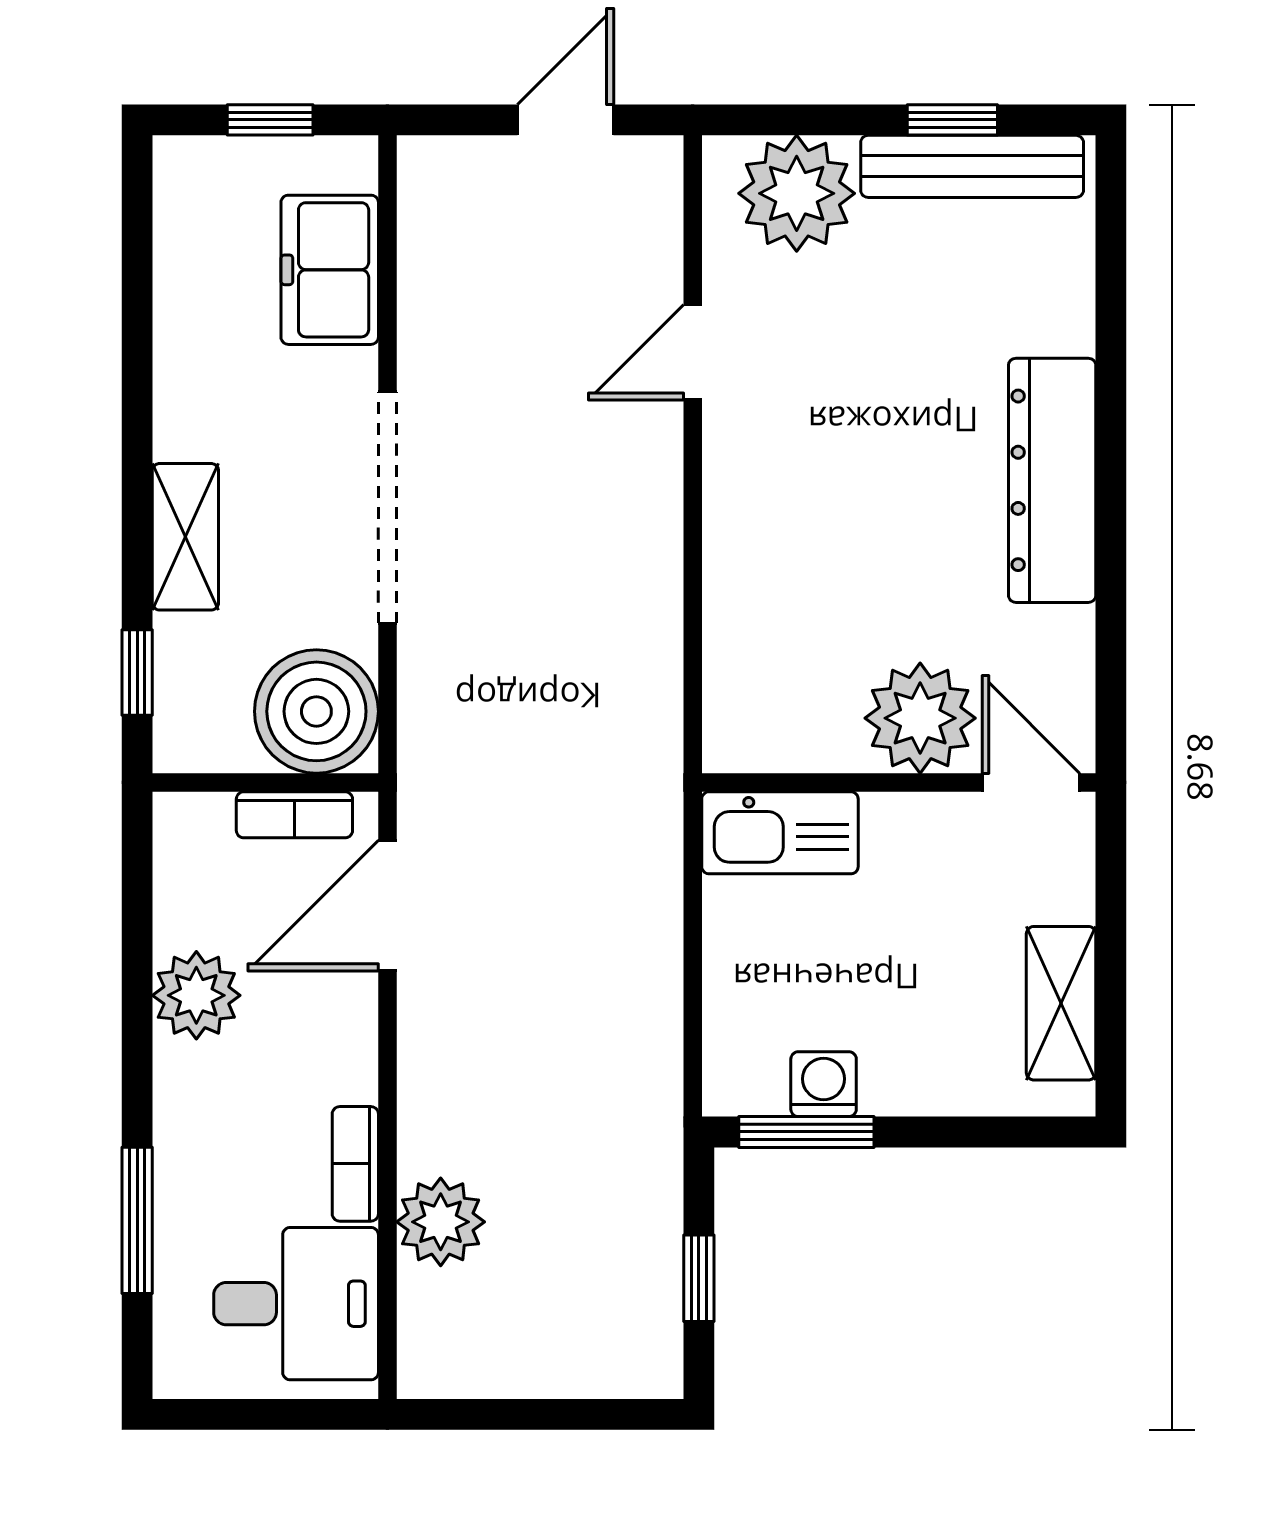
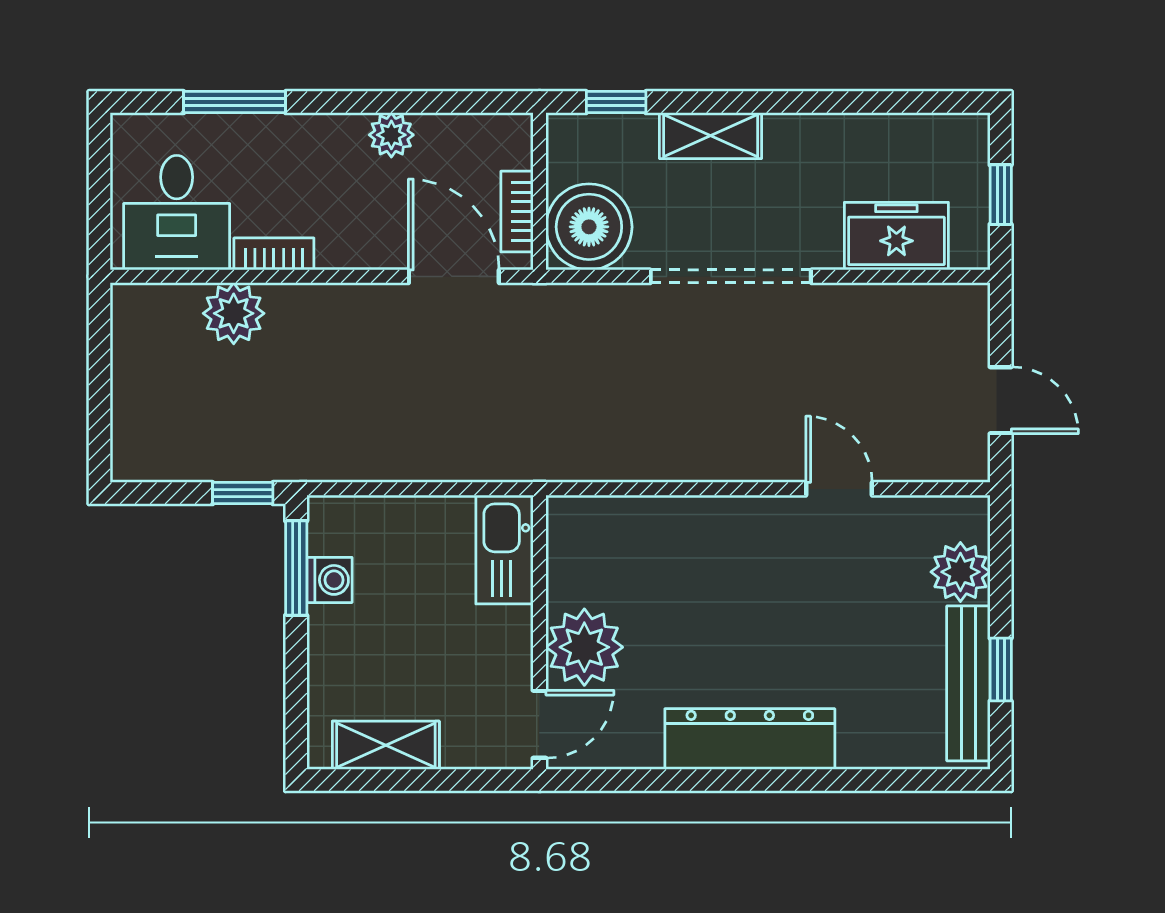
plant: (797, 193) -> (960, 572), width x0.73, depth x0.73
plant: (196, 995) -> (391, 135), width x0.73, depth x0.73
window: (699, 1278) -> (243, 493), moved

